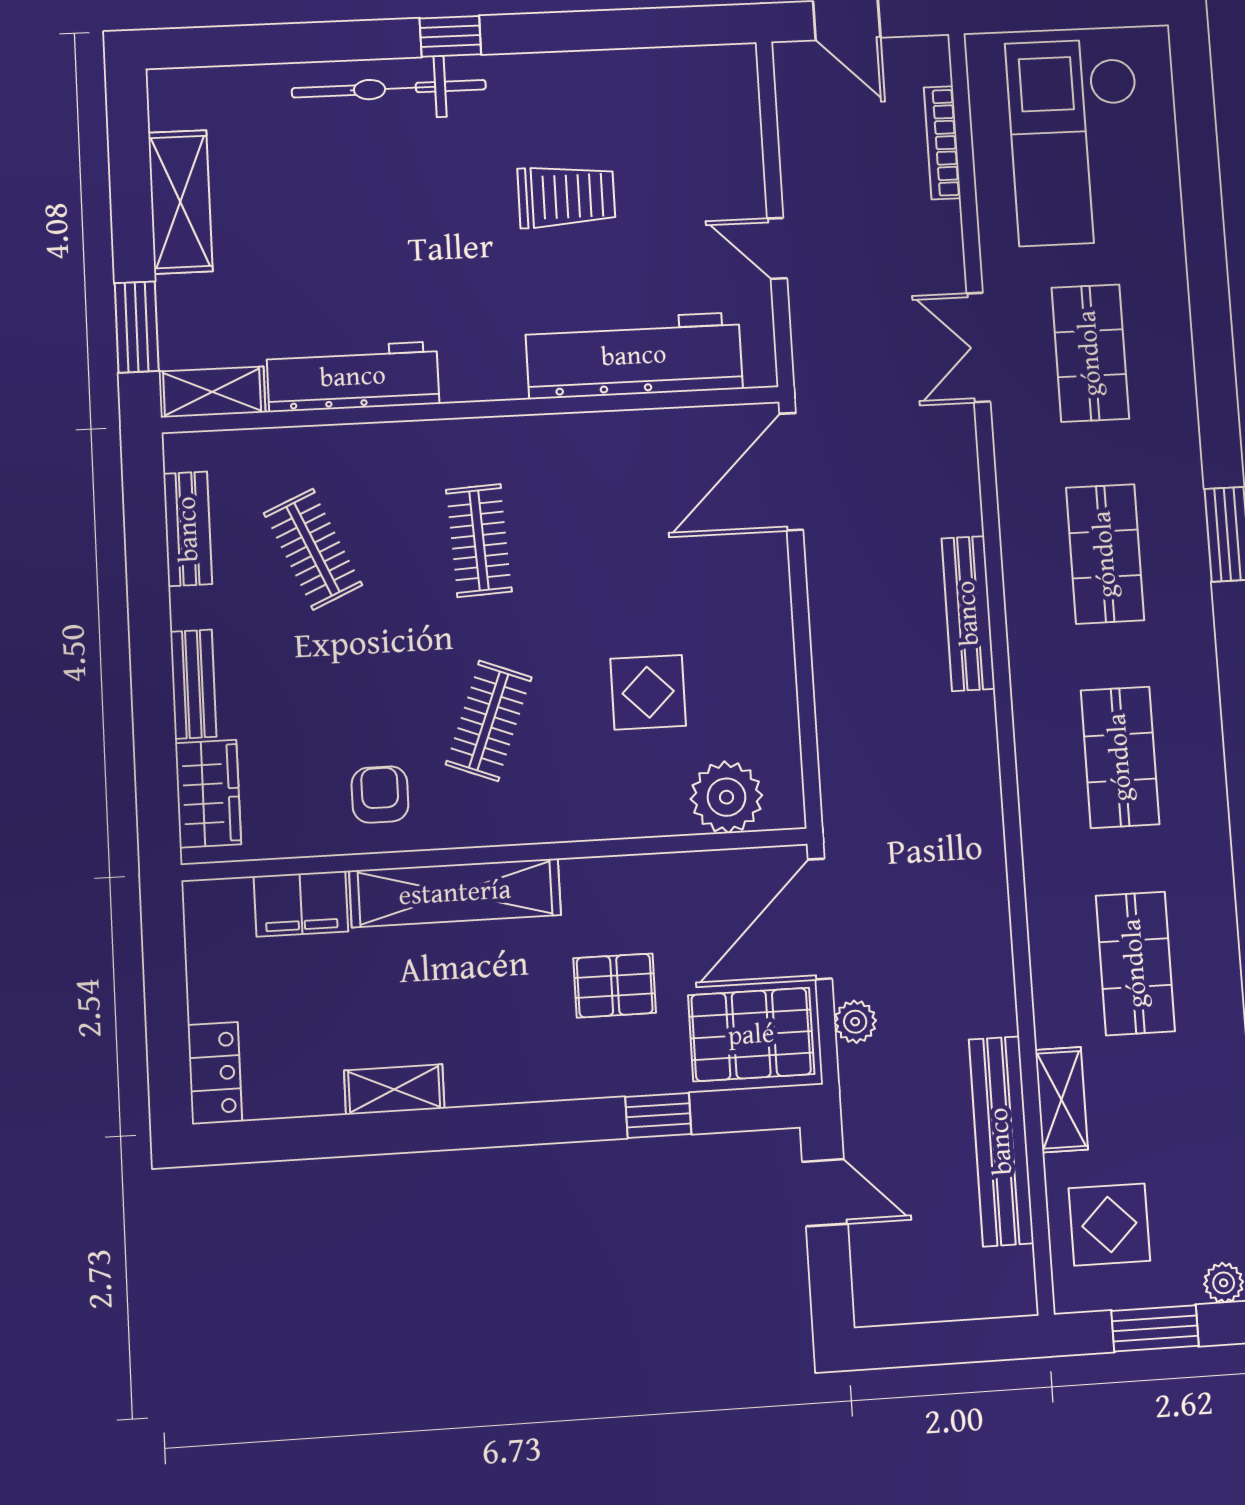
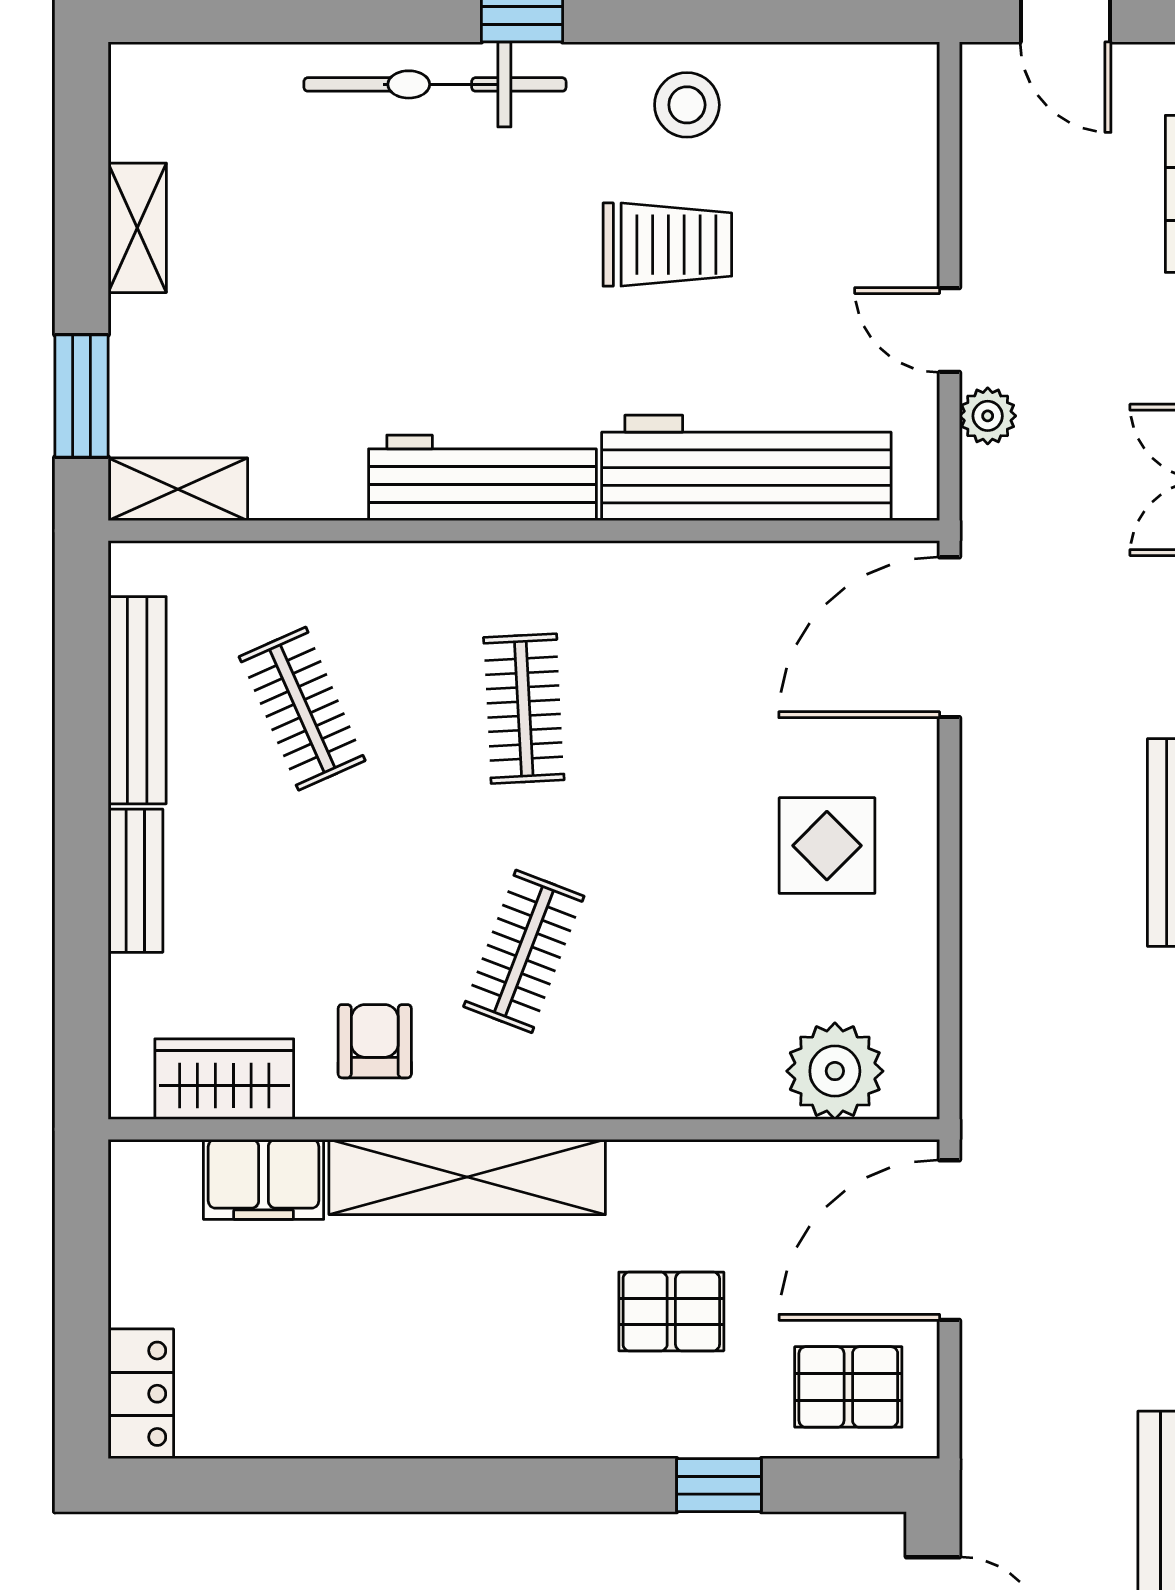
stool: (575, 95) -> (687, 105), added
shelving: (180, 202) -> (137, 228), width x0.67, depth x0.75
workbench: (353, 377) -> (482, 478), moved
bench: (188, 529) -> (137, 700), width x1.36
display table: (648, 692) -> (827, 846), moved
wardrobe: (208, 794) -> (224, 1079), moved, turned -90
plant: (855, 1022) -> (988, 416), moved
pallet: (751, 1035) -> (848, 1387), width x0.67, depth x0.71
shelving: (394, 1089) -> (374, 1430), removed

